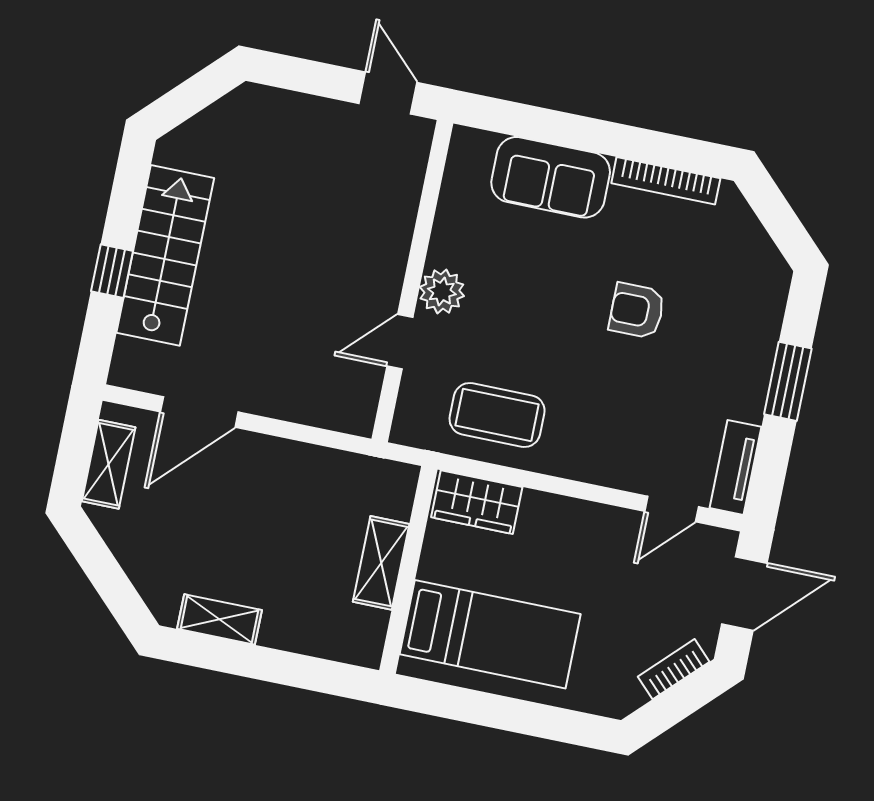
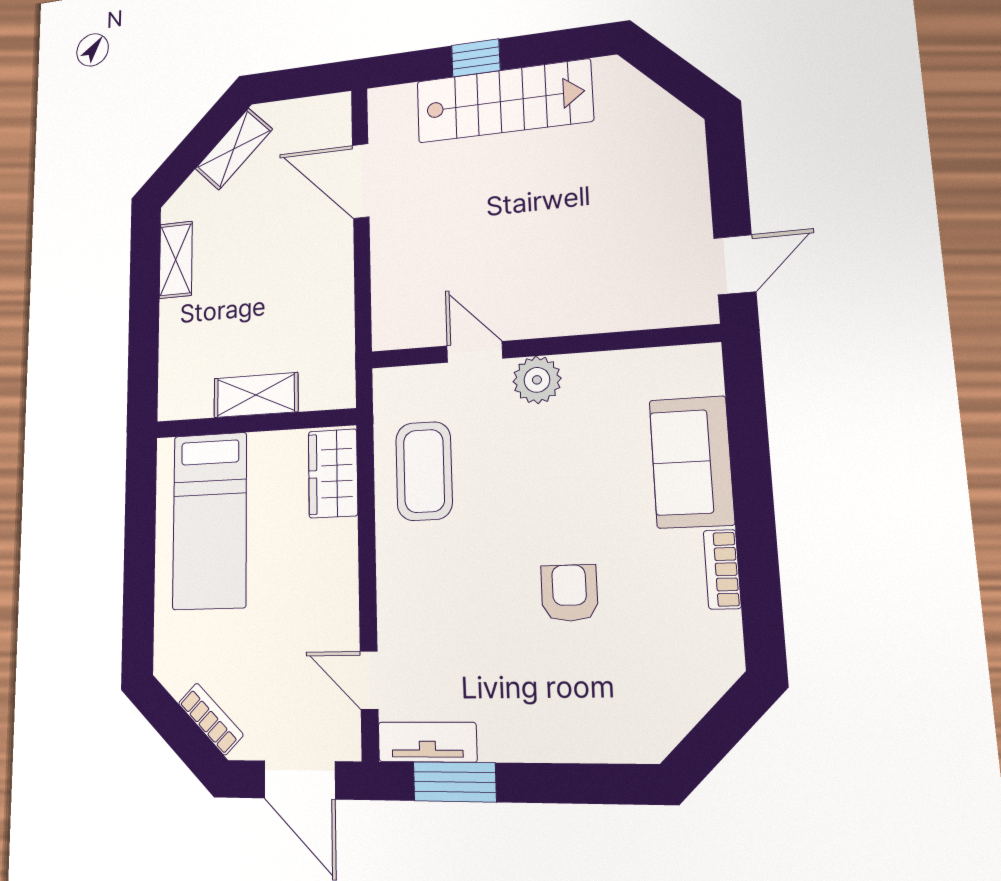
bookcase: (666, 181) -> (722, 569), width x0.64
window: (788, 381) -> (455, 782), moved
shelving: (109, 464) -> (234, 149), moved, turned -45

